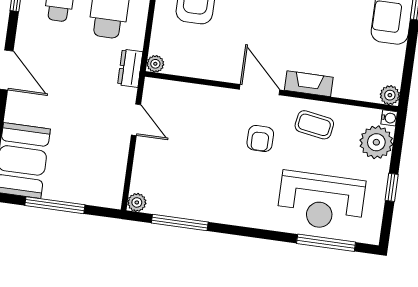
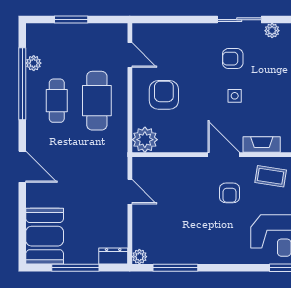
side table: (284, 18) -> (235, 96), added
plant: (155, 64) -> (145, 140), width x1.87, depth x1.87
dresser: (130, 68) -> (113, 256), moved, turned 90

